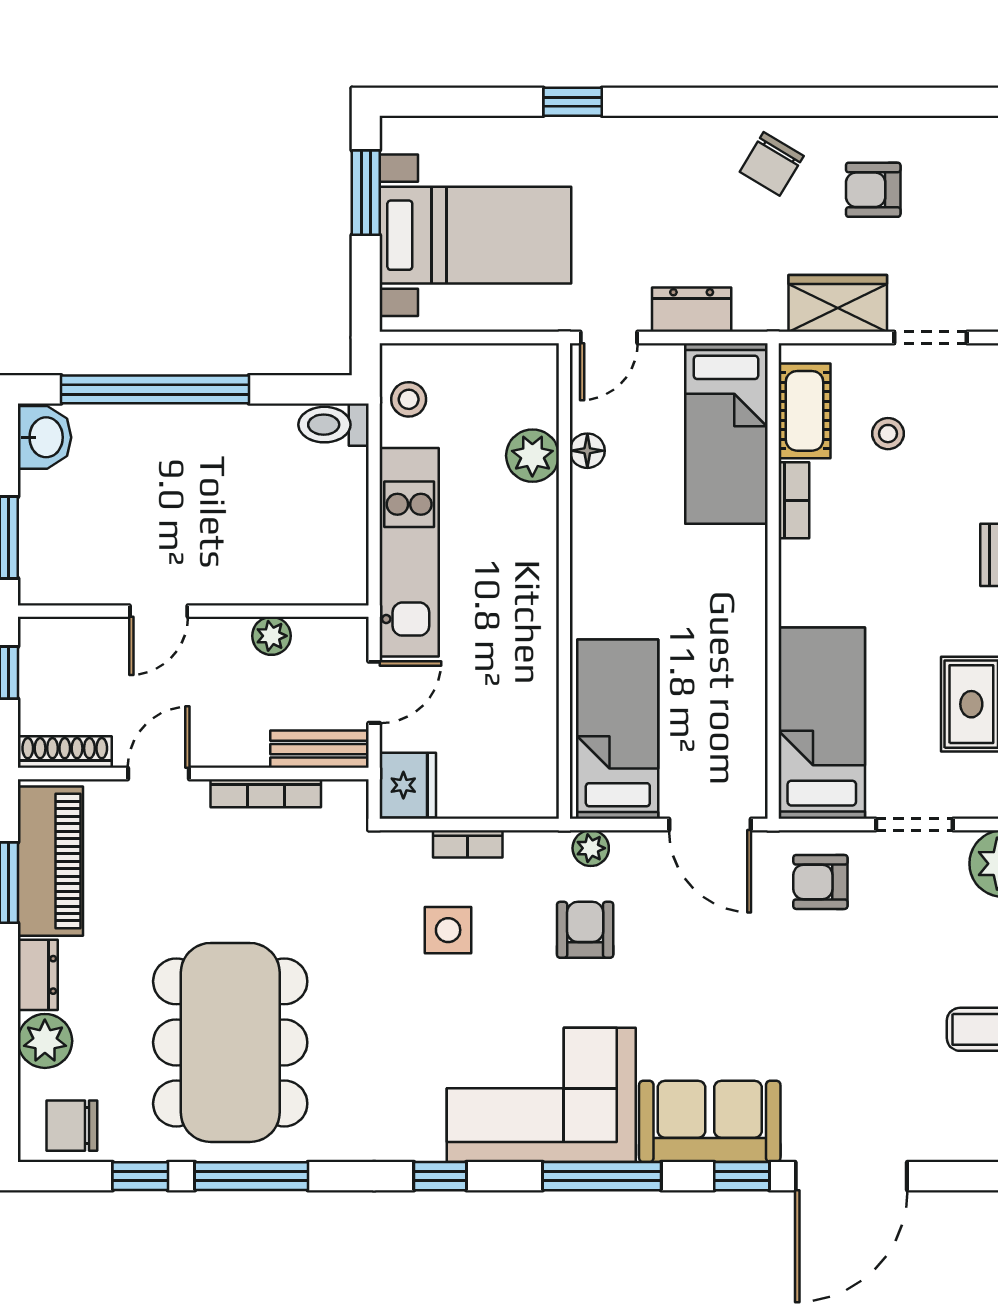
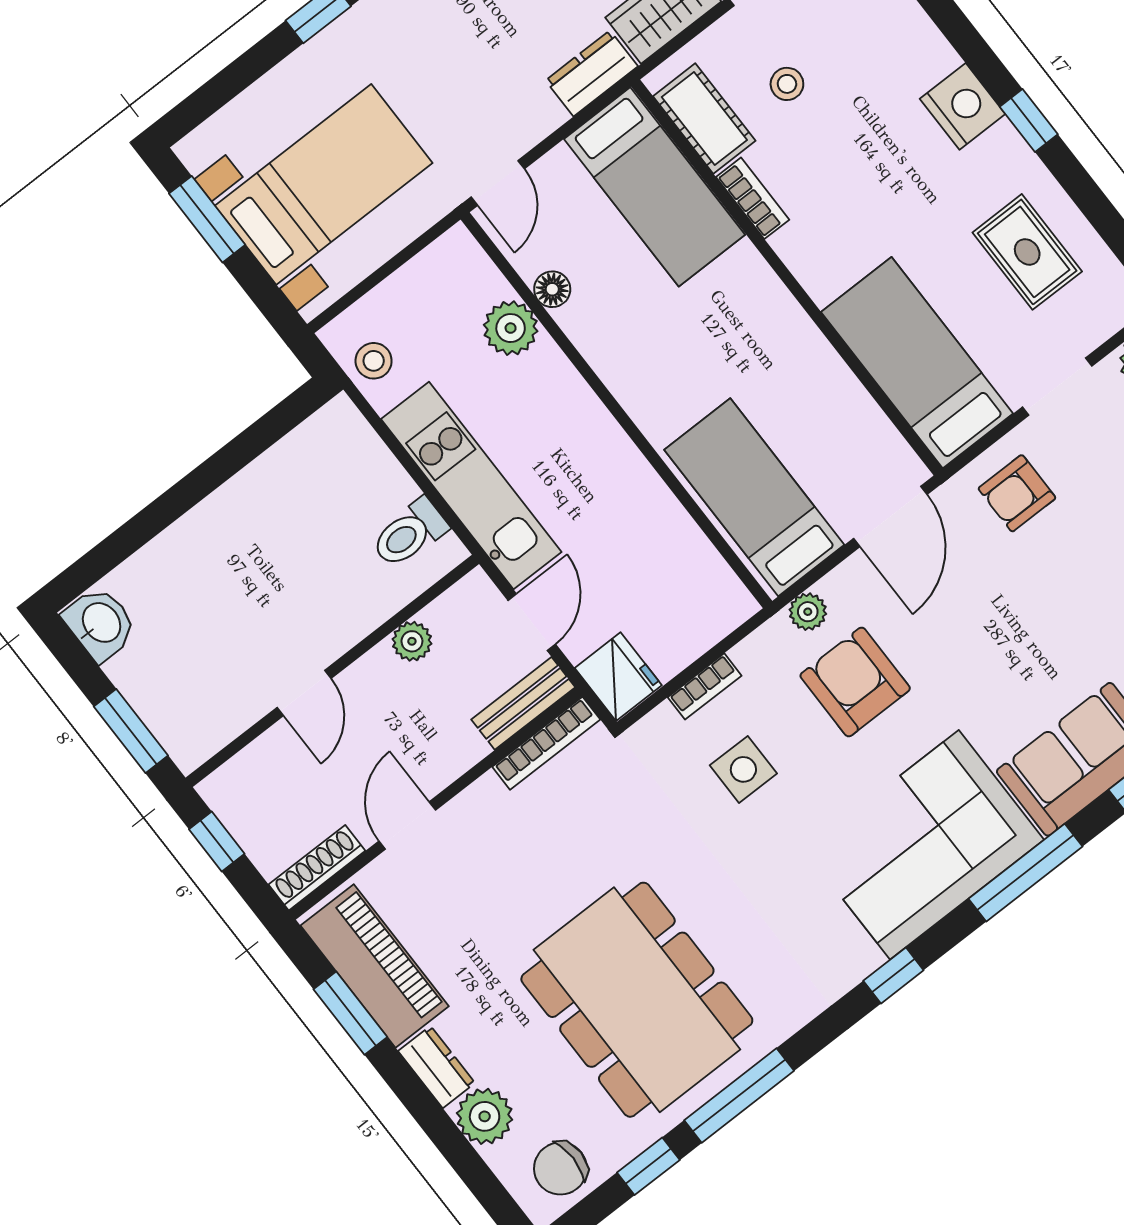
dresser: (692, 310) -> (592, 73), moved
window: (155, 389) -> (160, 514), removed
toilet: (334, 425) -> (409, 533), moved
bookcase: (266, 793) -> (546, 743), moved
door: (710, 825) -> (890, 516), hinge flipped
armchair: (585, 930) -> (855, 682), width x1.38, depth x1.38

